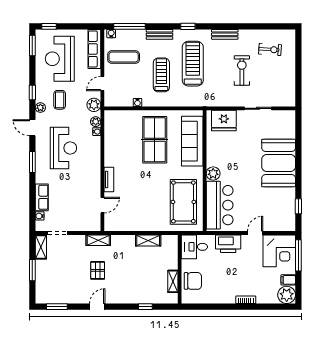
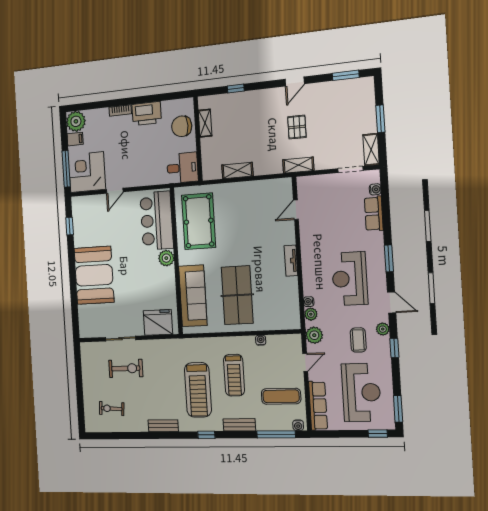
exercise bike: (242, 71) -> (126, 368), moved, turned -90
tv unit: (109, 179) -> (291, 261), moved
printer: (228, 244) -> (147, 113), moved, turned 180

